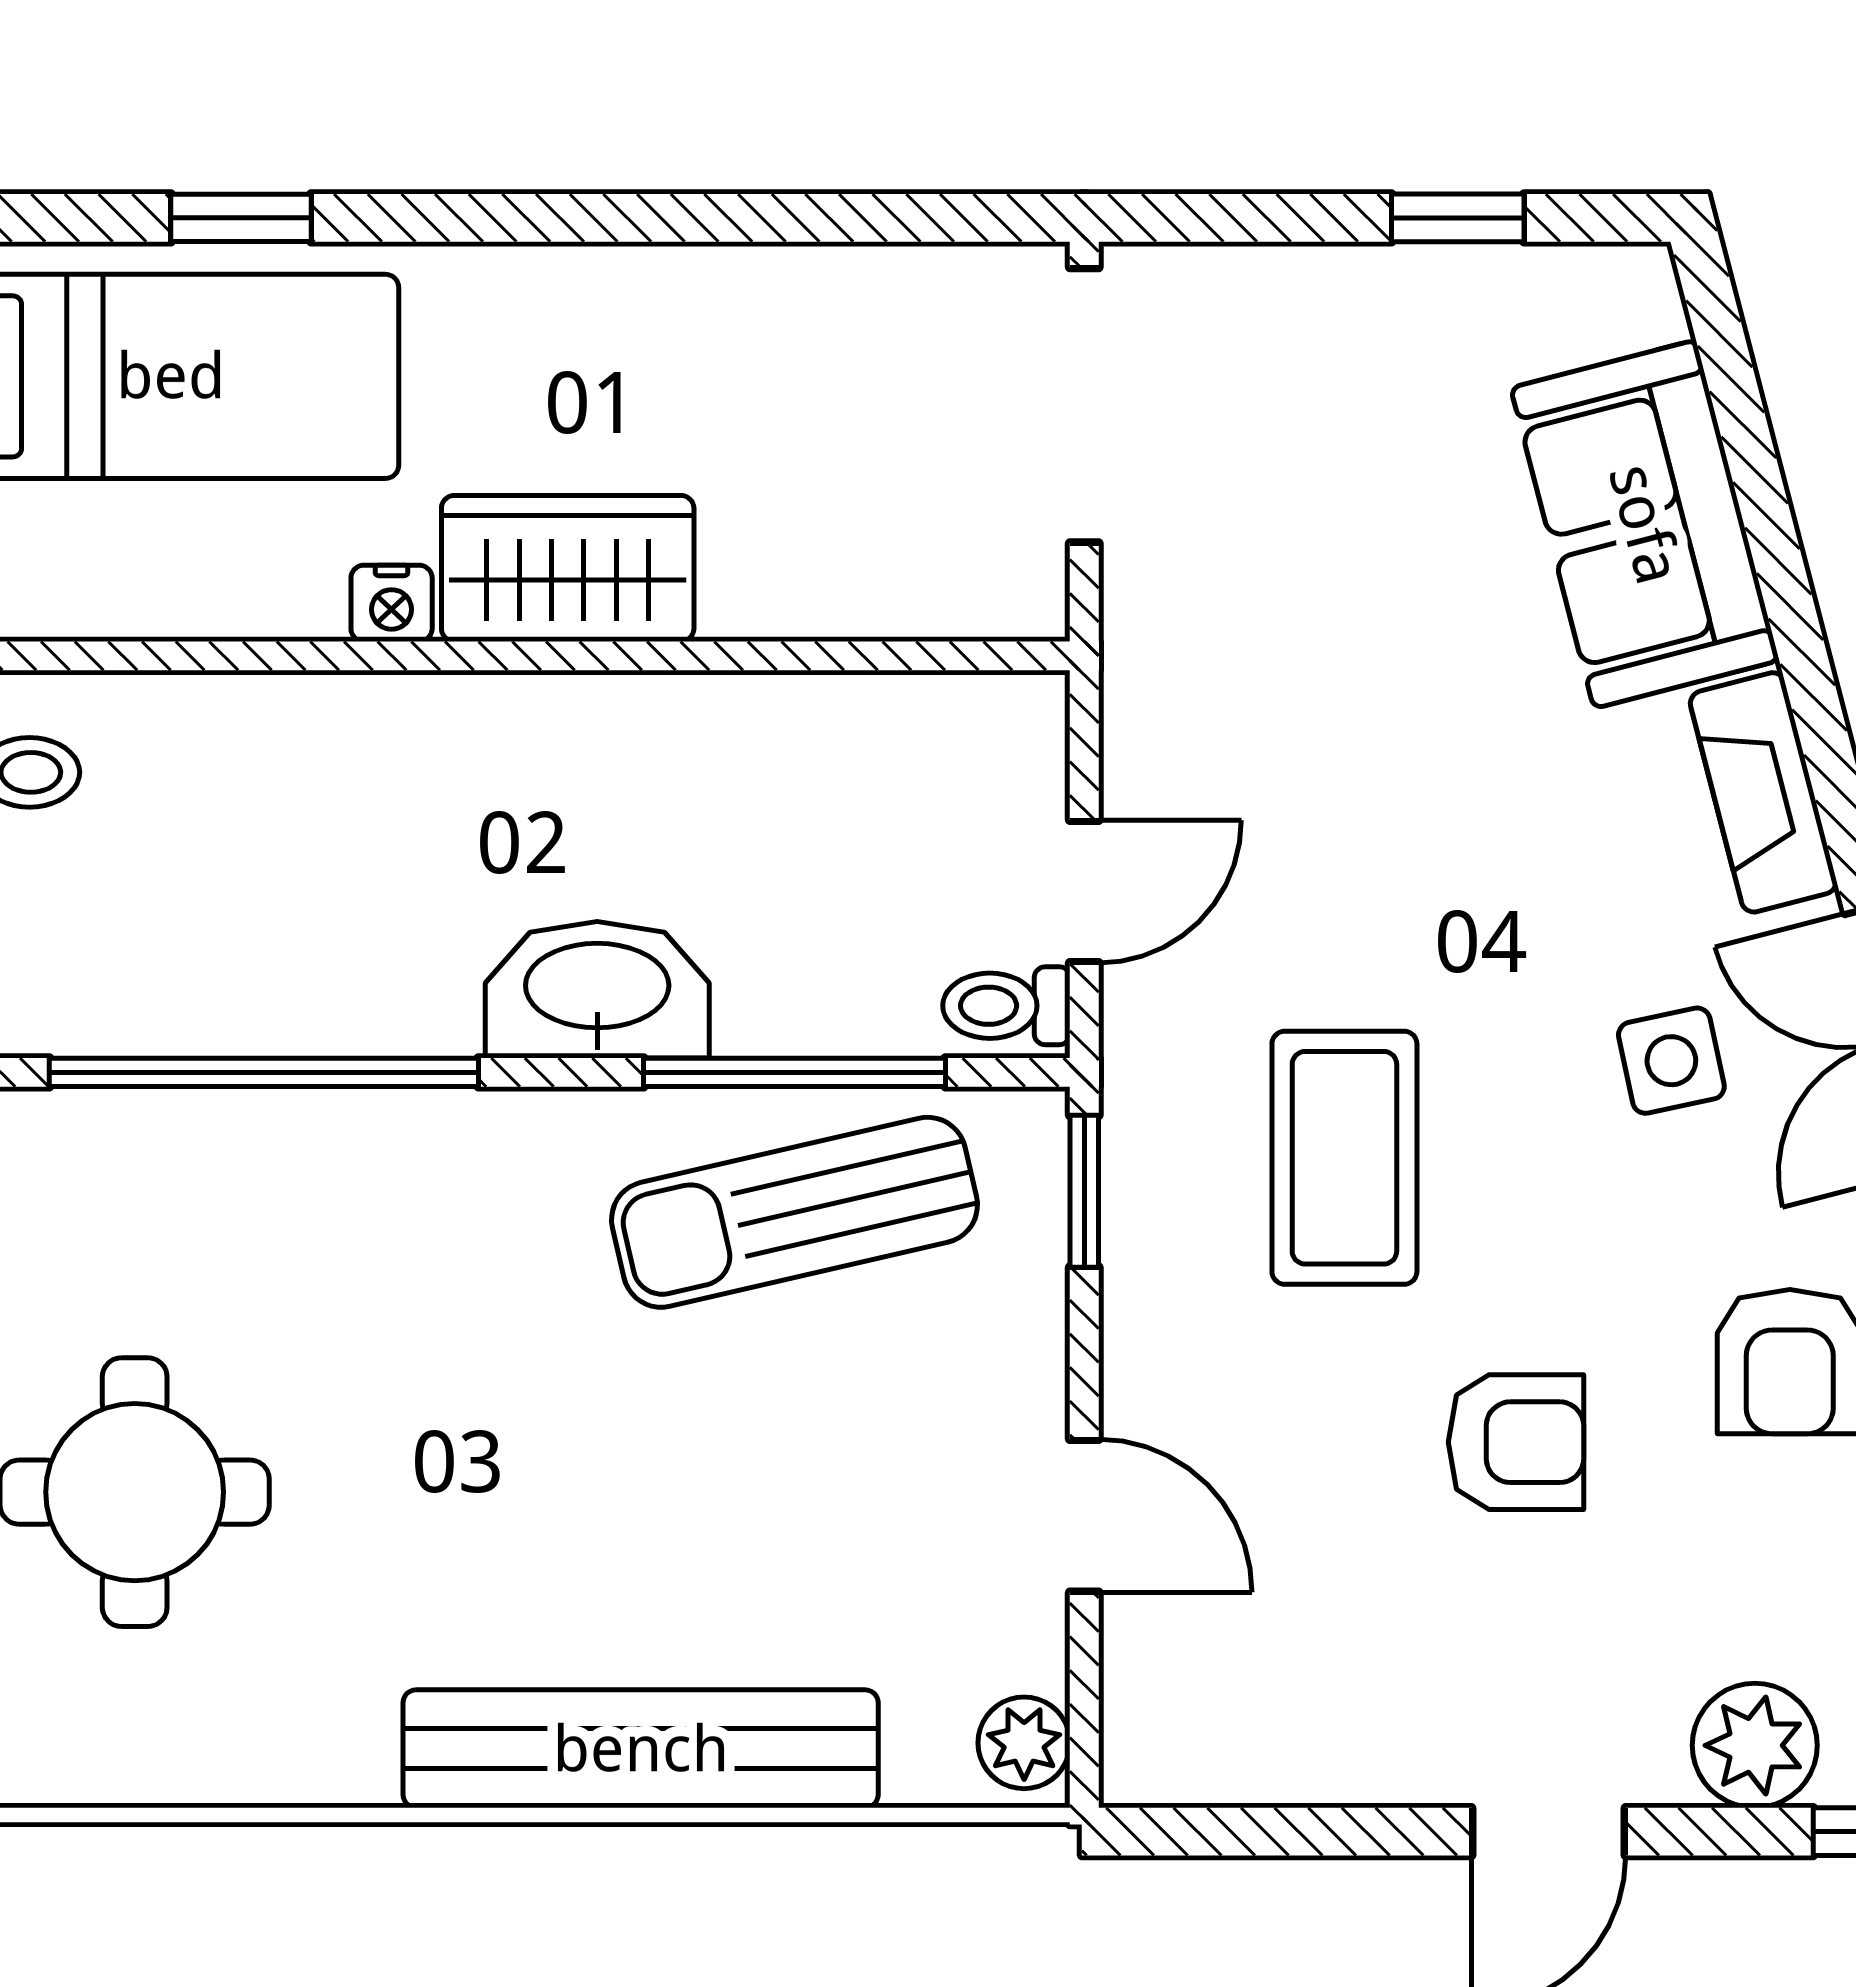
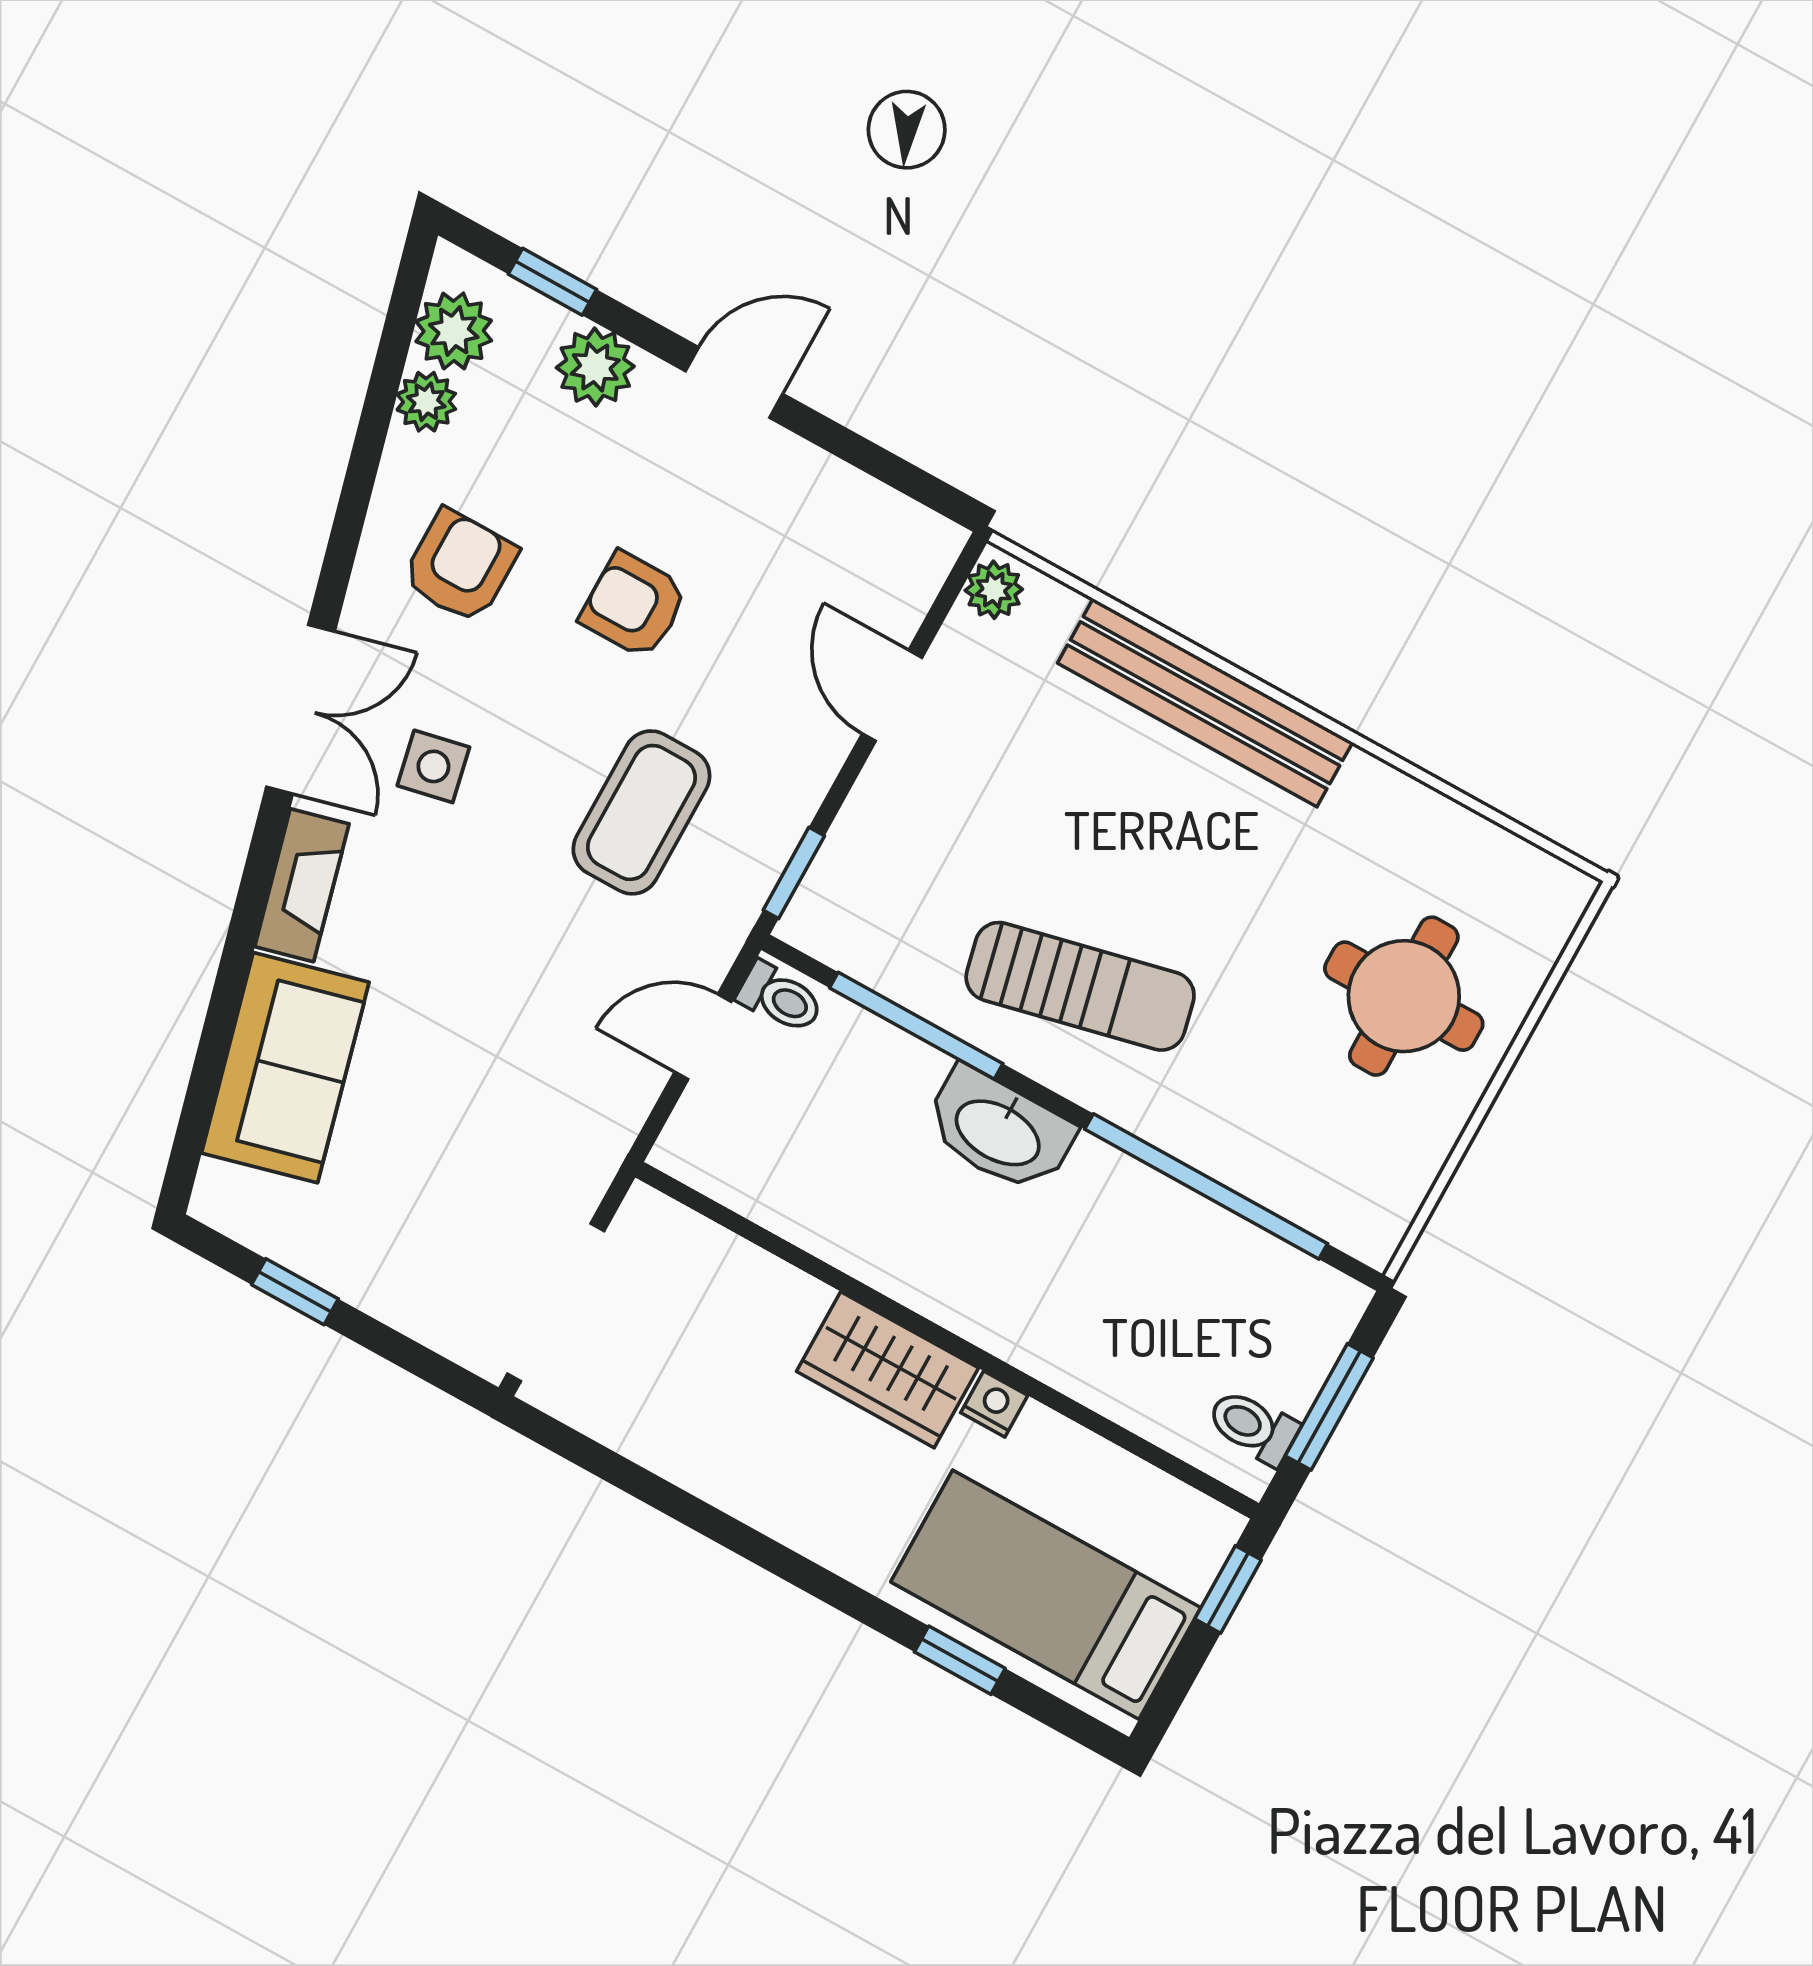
sun lounger: (794, 1212) -> (1080, 986), moved

